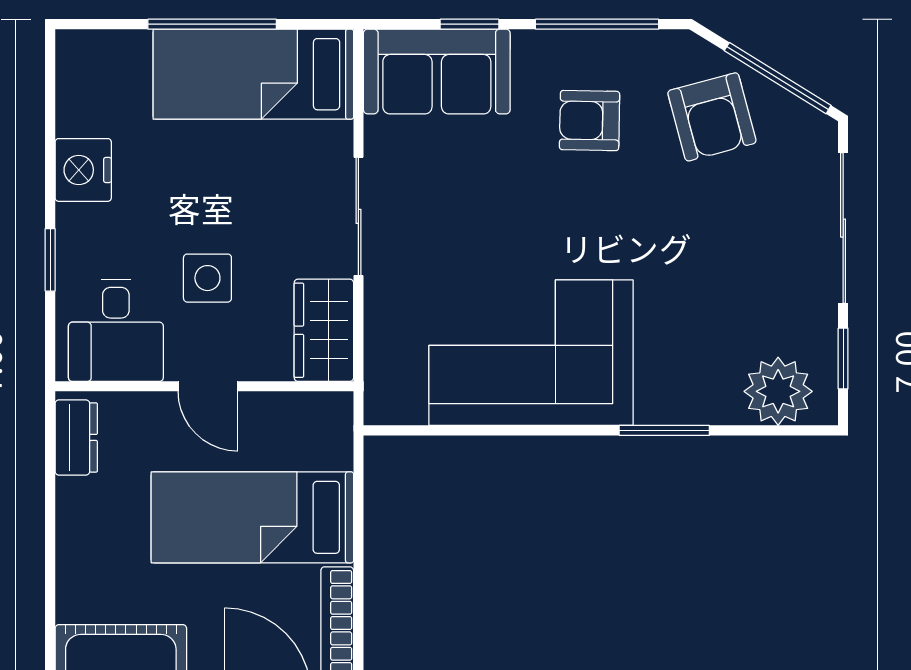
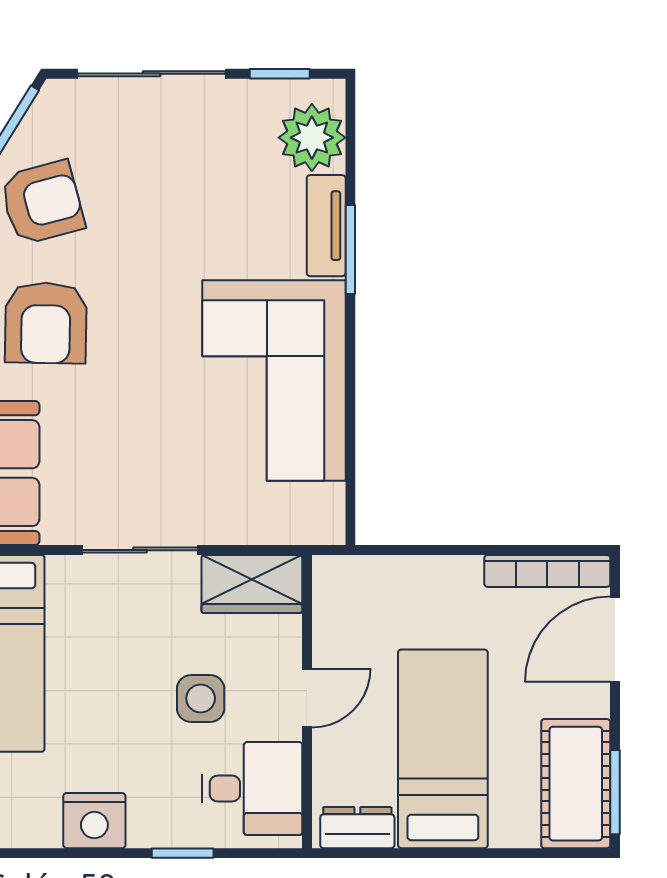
armchair: (590, 121) -> (46, 323), width x1.38, depth x1.38
tv unit: (689, 406) -> (326, 226), added
bed: (252, 517) -> (443, 749), moved, turned 180

